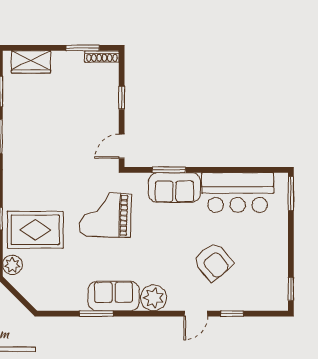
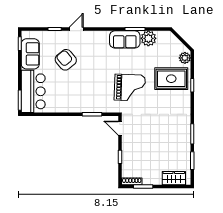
door: (122, 146) -> (120, 128), swing flipped
sofa: (174, 188) -> (30, 54), moved, turned 90
bar counter: (238, 193) -> (33, 91), moved, turned 90
plant: (154, 298) -> (148, 38), moved

